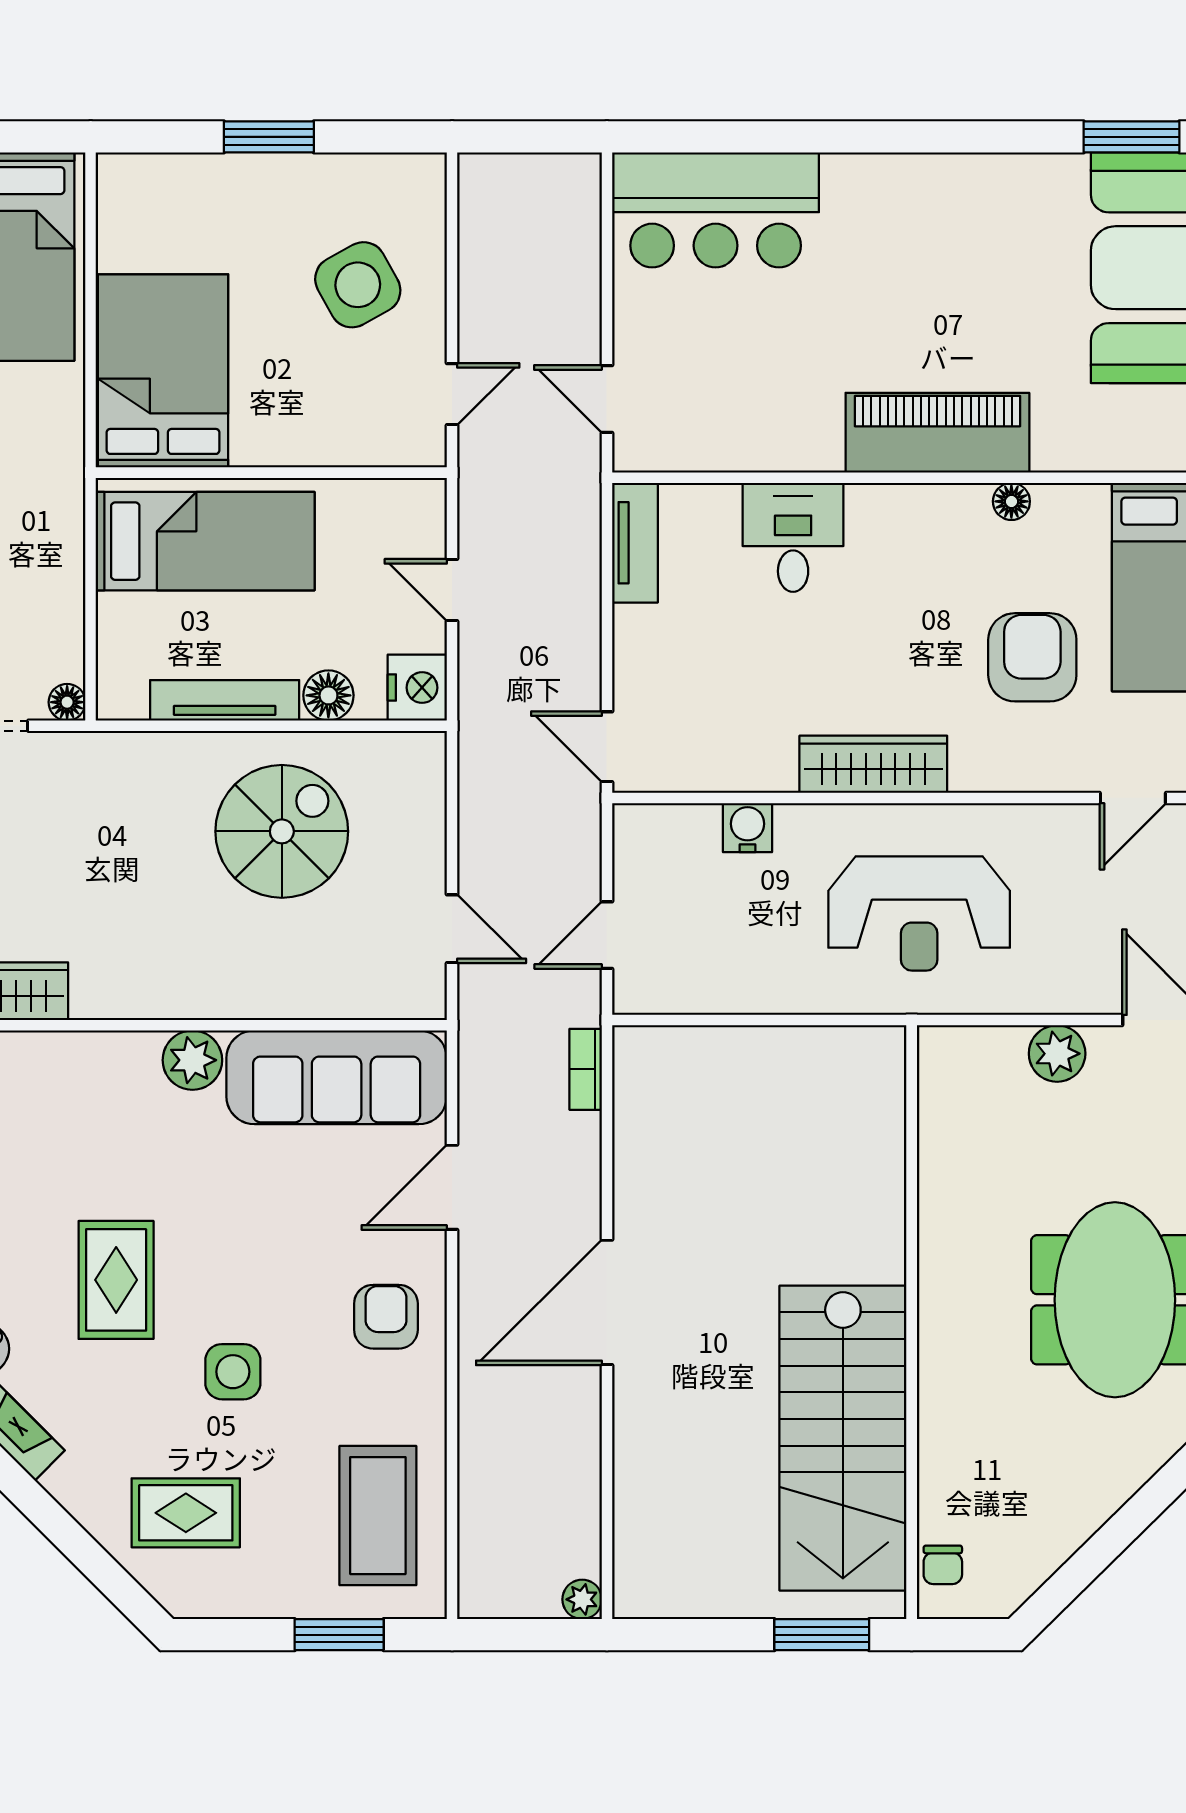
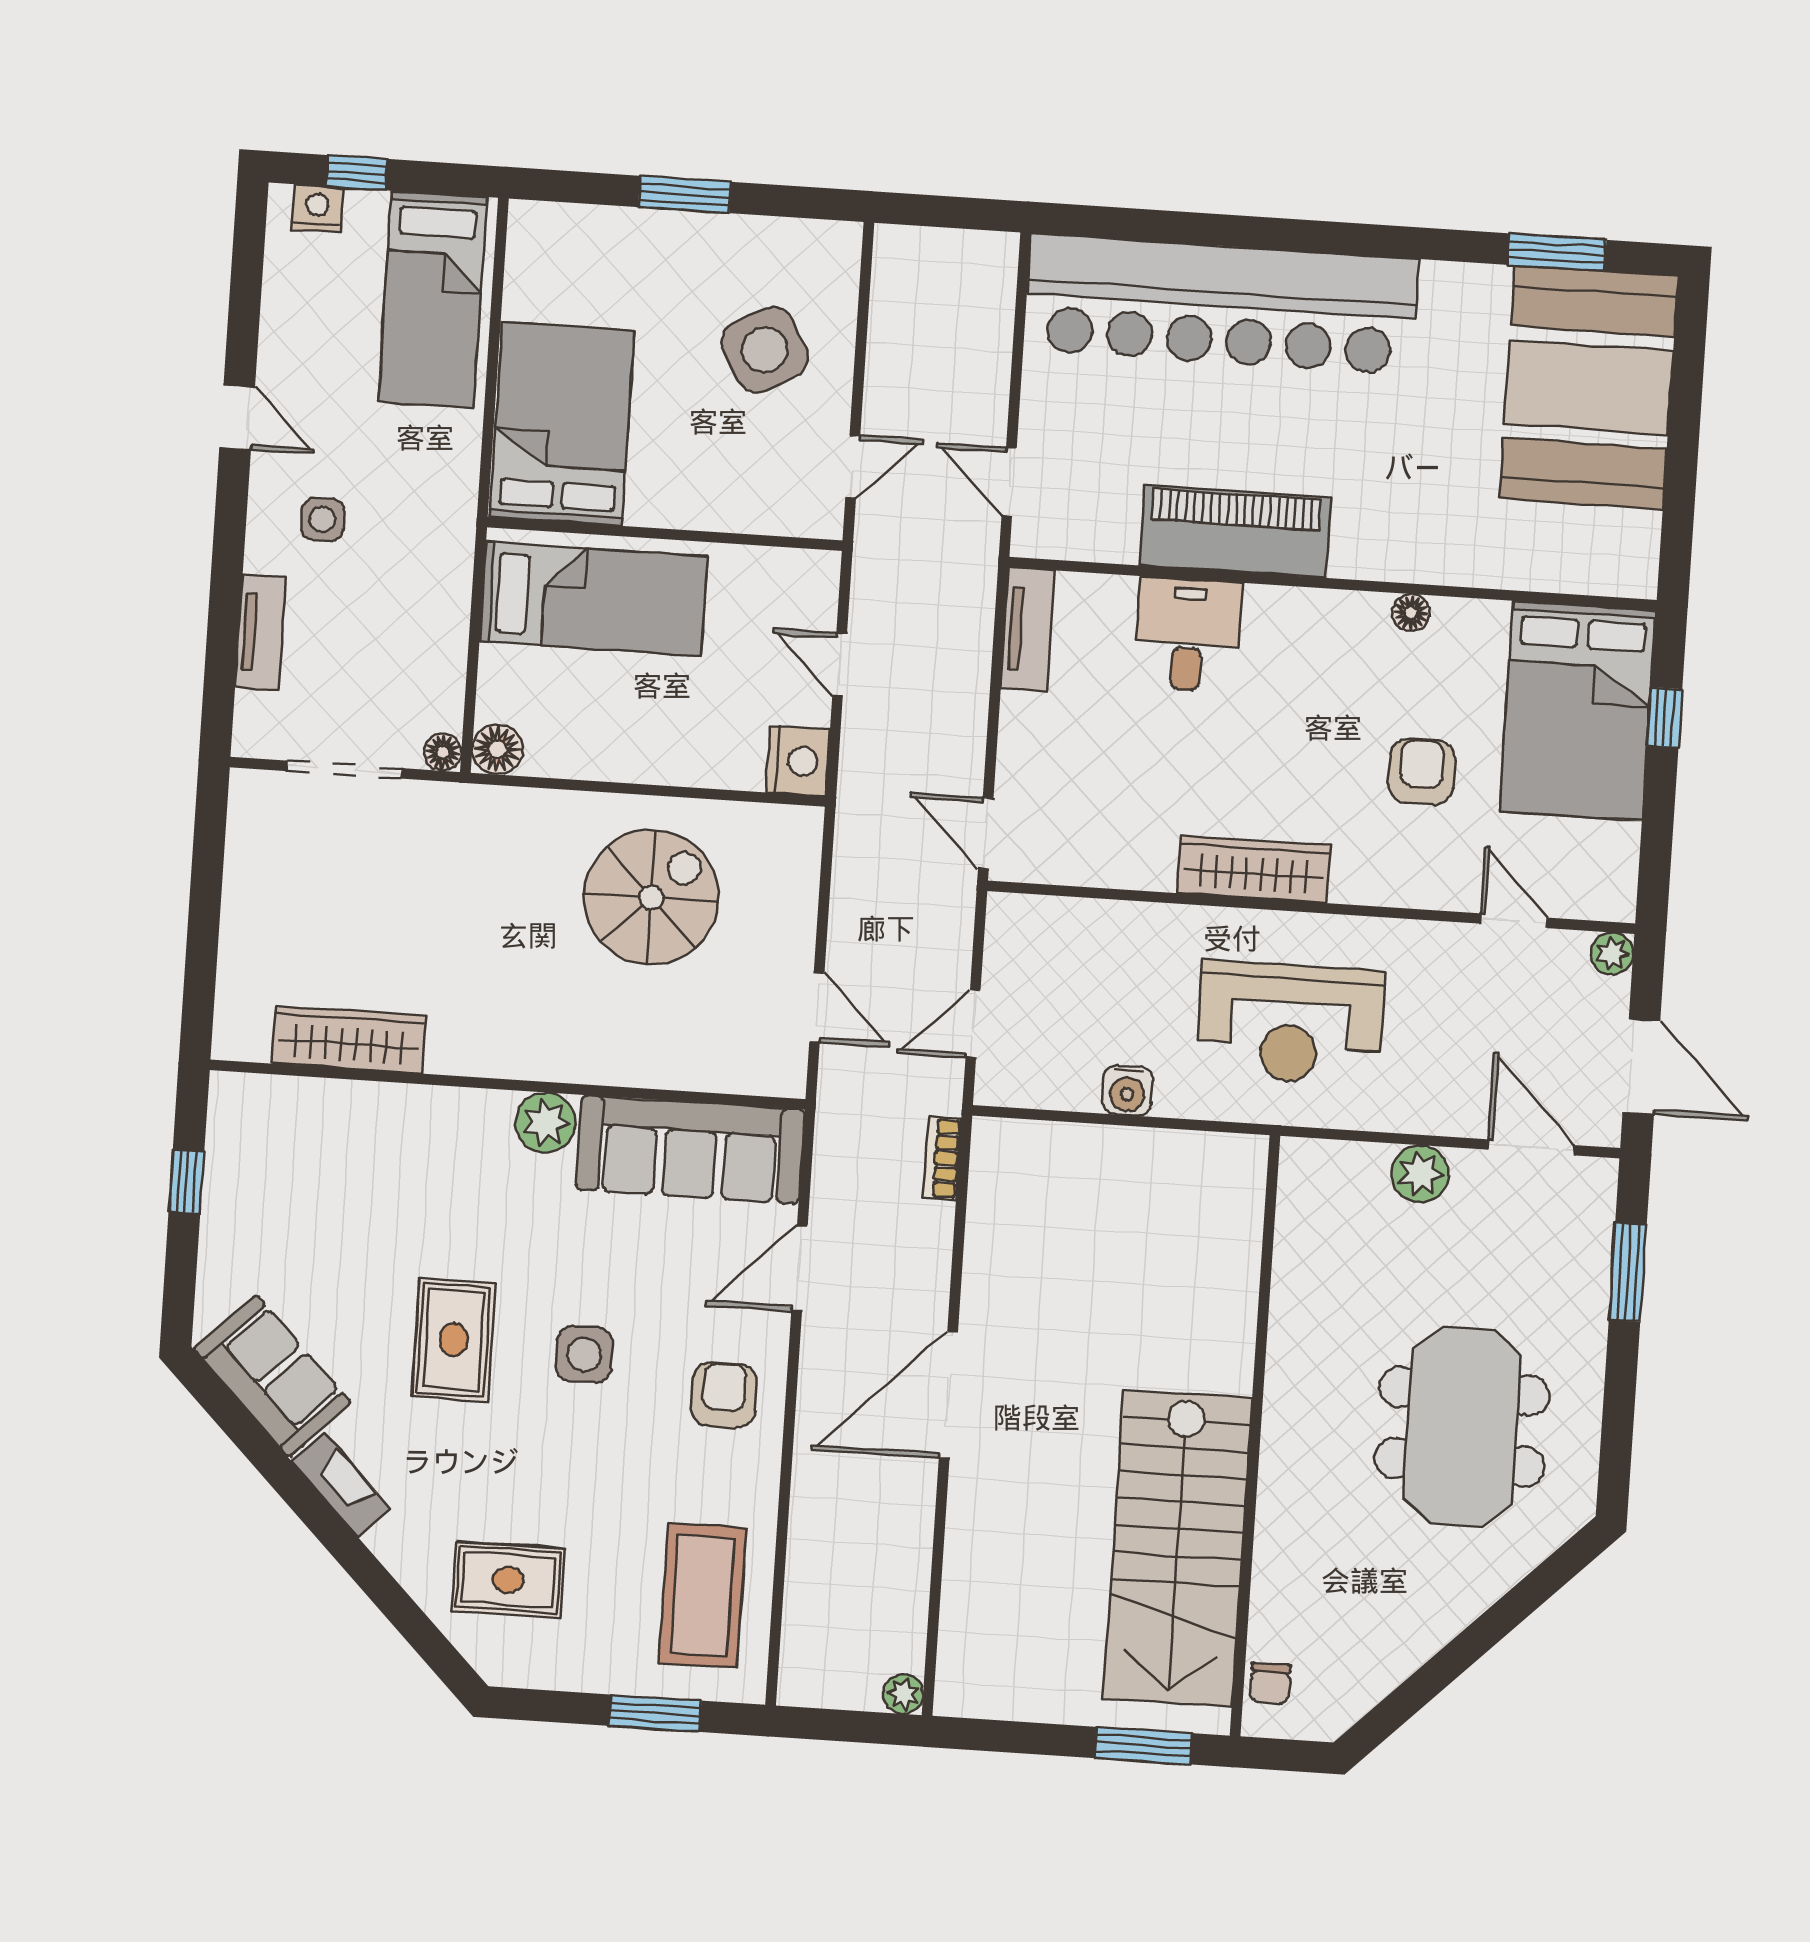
bar counter: (716, 210) -> (1221, 304), width x1.86
piano: (937, 433) -> (1235, 531), moved
armchair: (1032, 657) -> (1422, 772), width x0.72, depth x0.72
floor lamp: (328, 695) -> (498, 749), moved
tv unit: (225, 700) -> (602, 761), removed
door: (1133, 798) -> (1514, 921), swing flipped
water cooler: (748, 828) -> (1127, 1090), moved, turned 180
side table: (233, 1372) -> (584, 1354), moved

